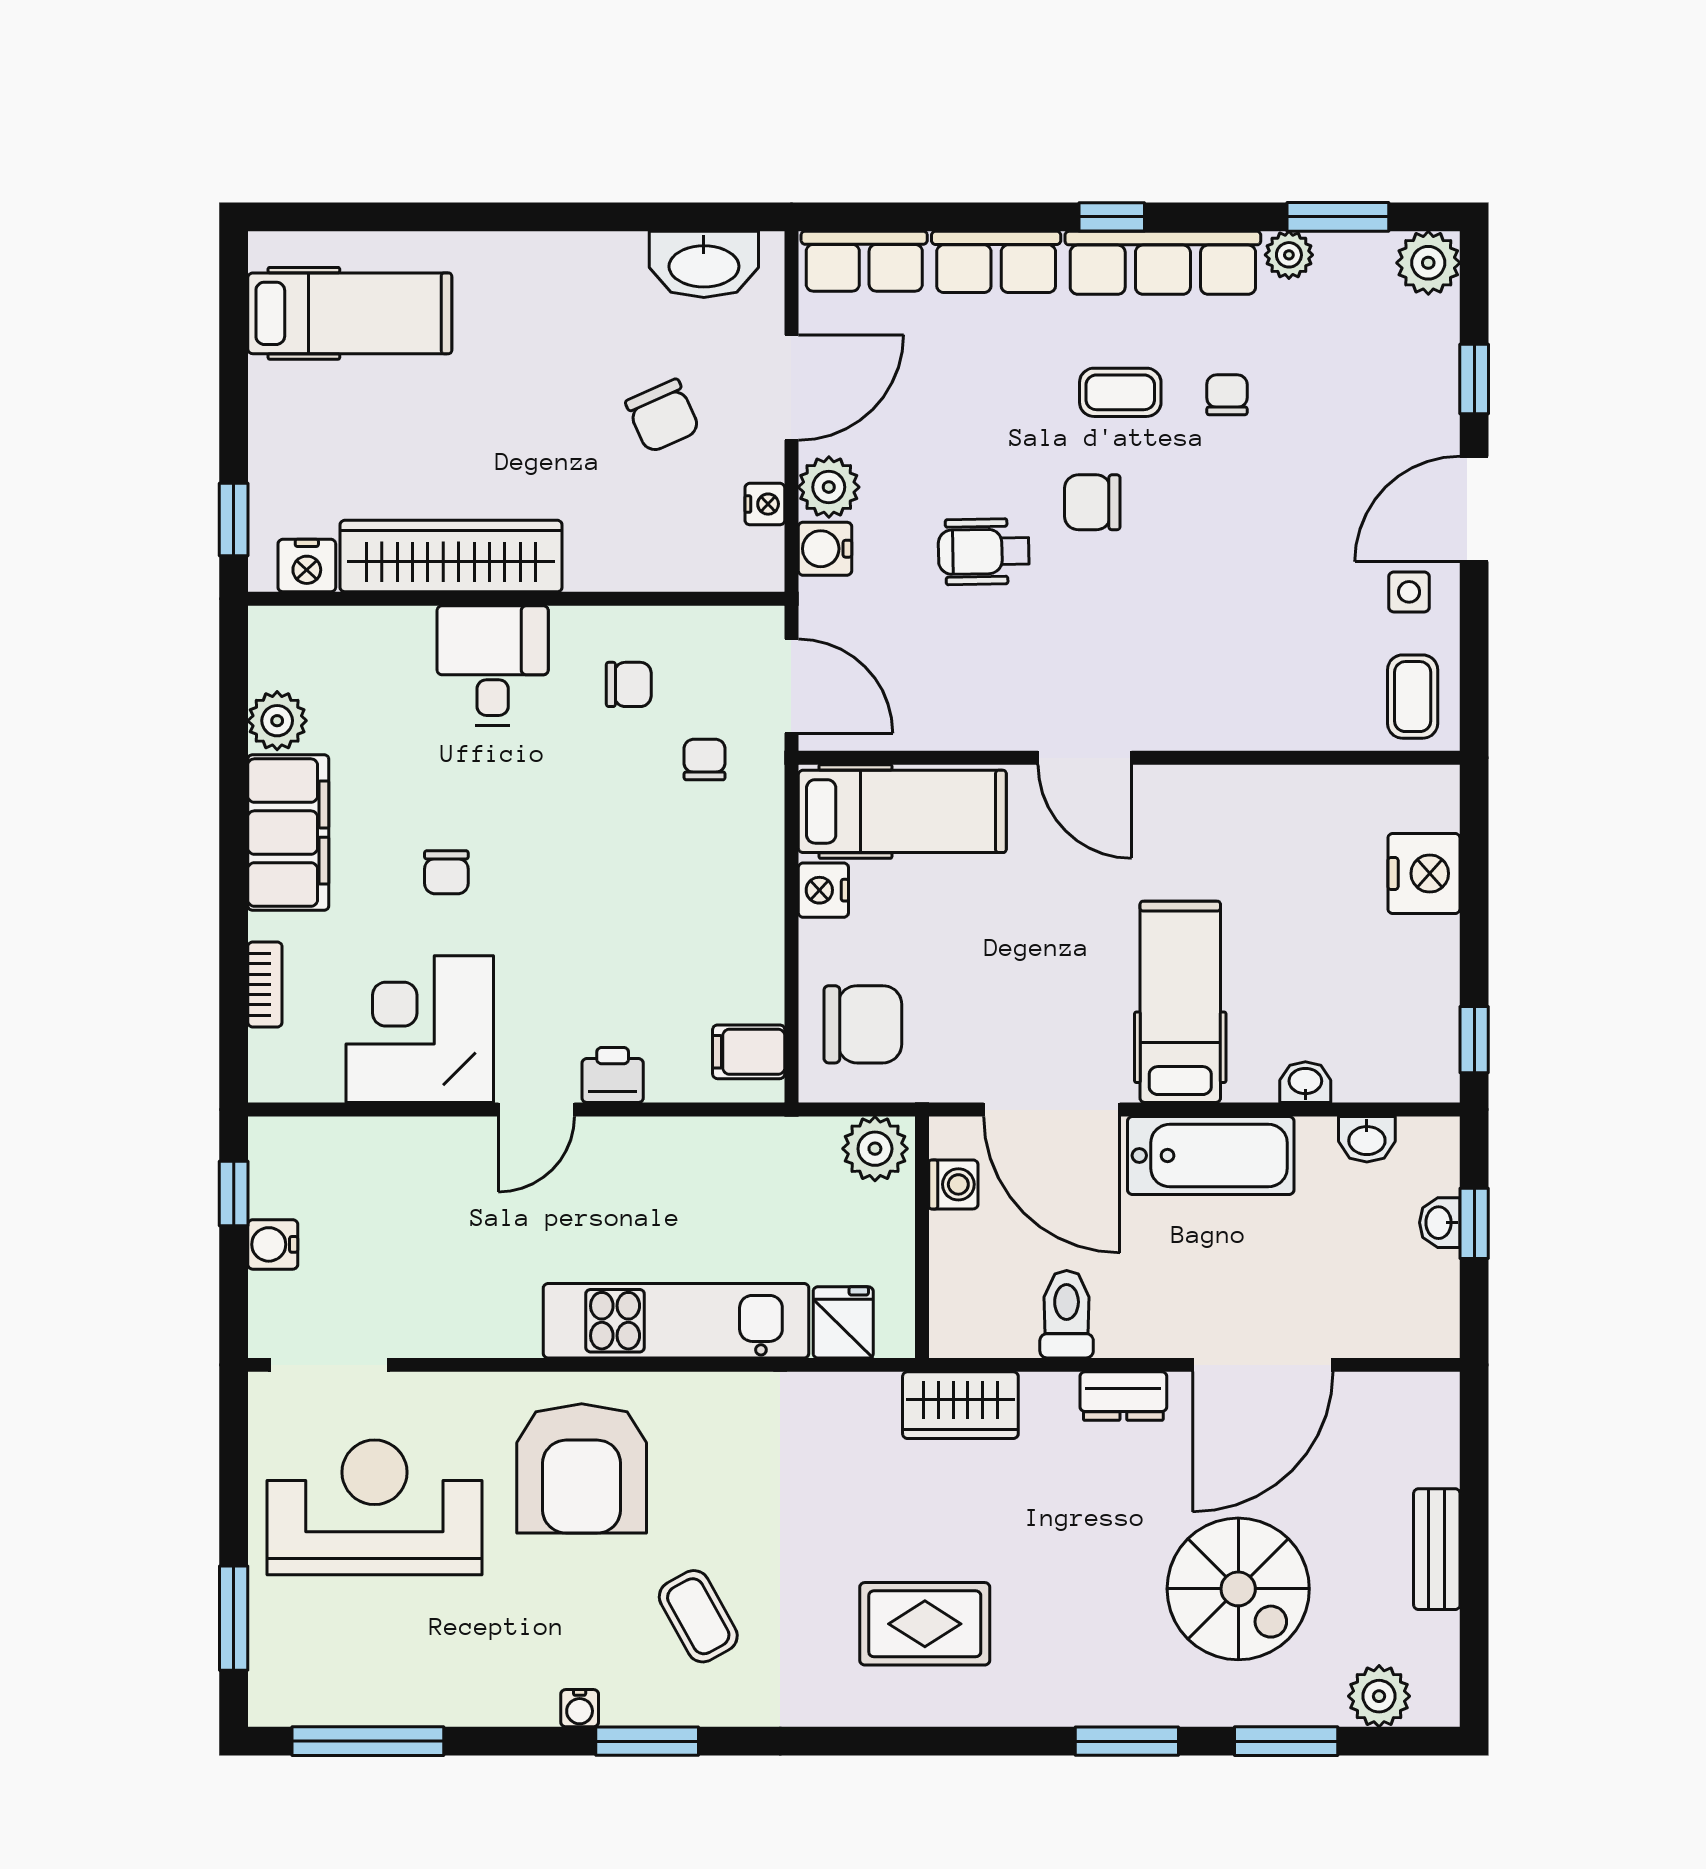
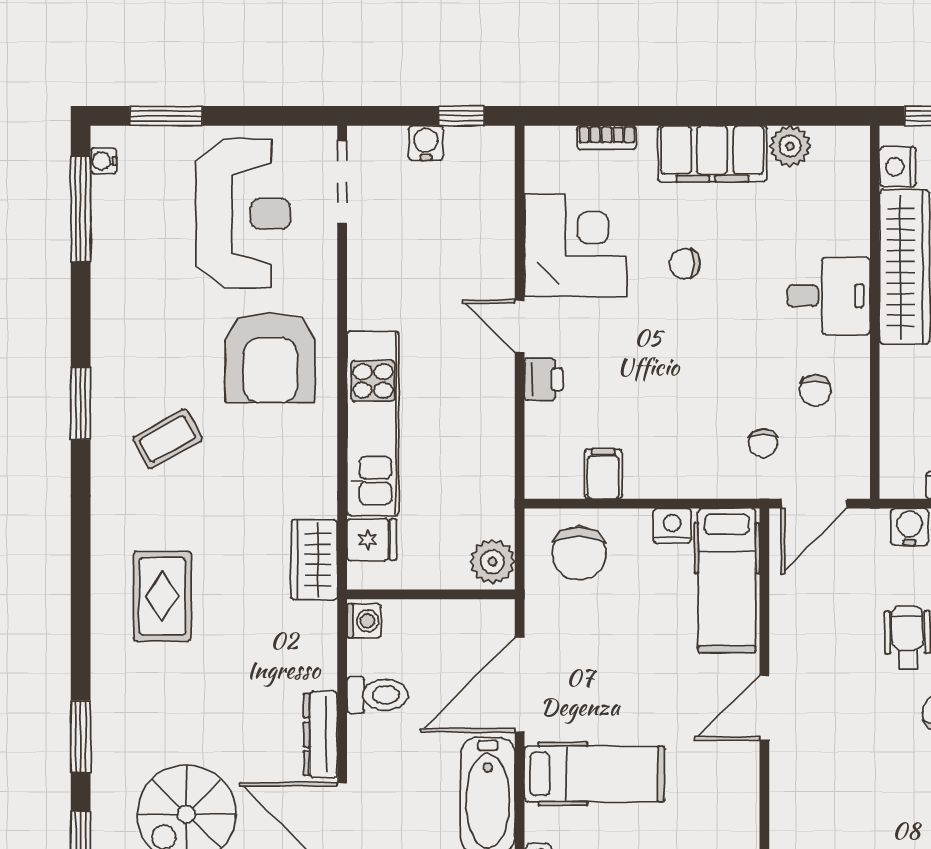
chair: (705, 759) -> (763, 443), turned 90
filing cabinet: (749, 1052) -> (603, 474), moved
washing machine: (953, 1184) -> (364, 621), moved, turned -90
dresser: (1123, 1396) -> (321, 734), width x1.44
wardrobe: (960, 1405) -> (314, 560), moved
armchair: (582, 1468) -> (270, 358), turned -90
water cooler: (580, 1708) -> (104, 161), moved

